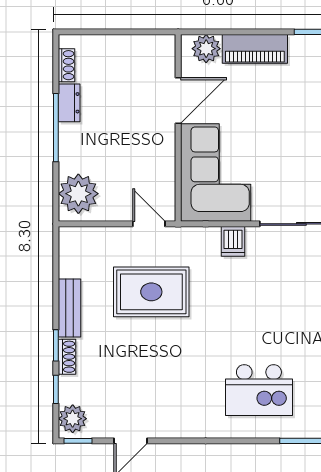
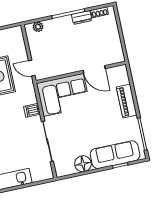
plant: (206, 49) -> (122, 78), removed
plant: (78, 194) -> (38, 27), width x0.53, depth x0.53
door: (149, 224) -> (32, 68), swing flipped

